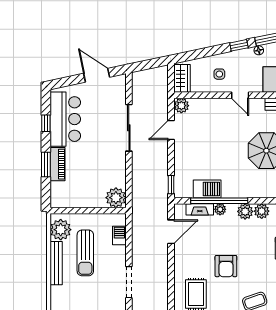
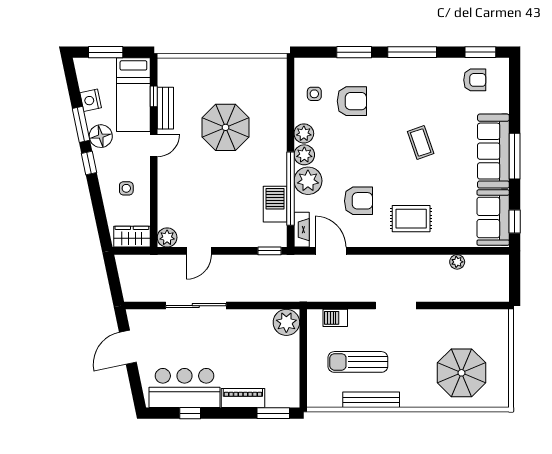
floor lamp: (259, 50) -> (101, 136), width x1.89, depth x1.89
door: (240, 95) -> (154, 145), moved
door: (171, 130) -> (199, 251), hinge flipped
window: (46, 164) -> (273, 413), moved
fireplace: (200, 209) -> (302, 230), moved
plant: (220, 209) -> (308, 181), width x1.88, depth x1.88
plant: (61, 230) -> (328, 394), removed
sun lounger: (85, 253) -> (358, 362), turned 180
armchair: (226, 266) -> (358, 201), moved

